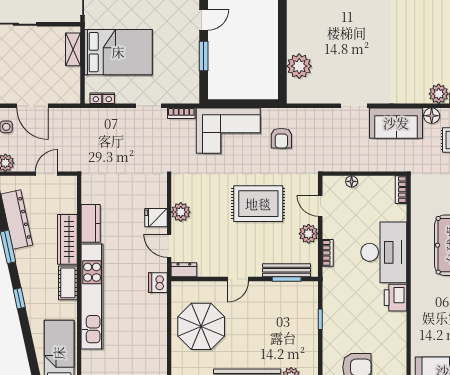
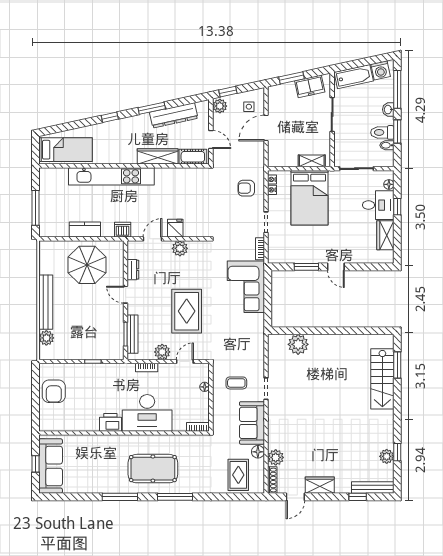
armchair: (281, 138) -> (246, 188), moved
coffee table: (347, 142) -> (236, 383), added
kitchen counter: (91, 223) -> (85, 230), moved, turned 180
dresser: (184, 270) -> (133, 270), moved
cot: (68, 283) -> (193, 157), moved

